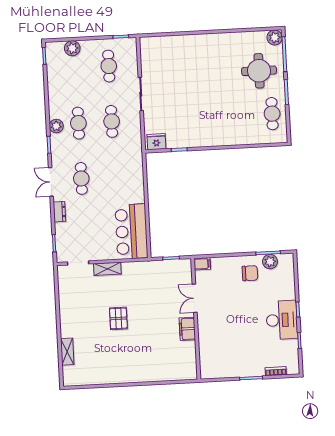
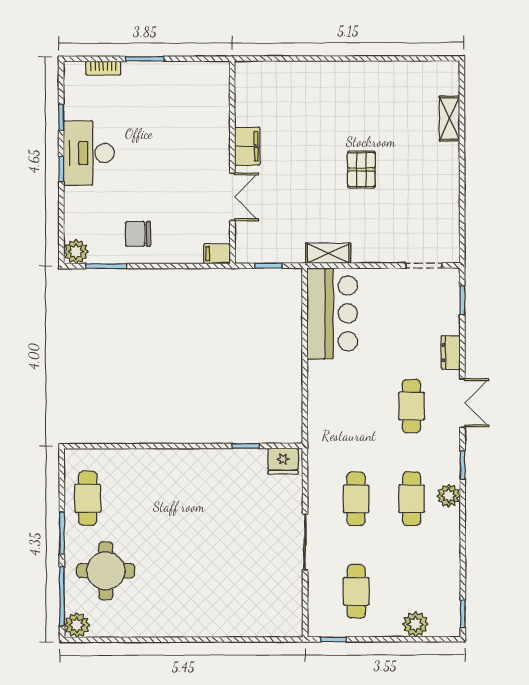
plant: (270, 262) -> (76, 252), moved
shelving: (107, 269) -> (328, 253), moved

